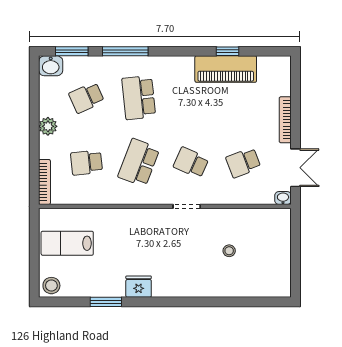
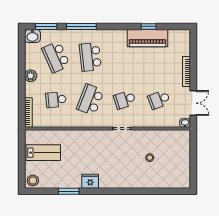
school desk: (87, 98) -> (56, 57), width x1.85
school desk: (191, 163) -> (125, 100), turned -42
lab bench: (67, 243) -> (43, 153), turned 180

